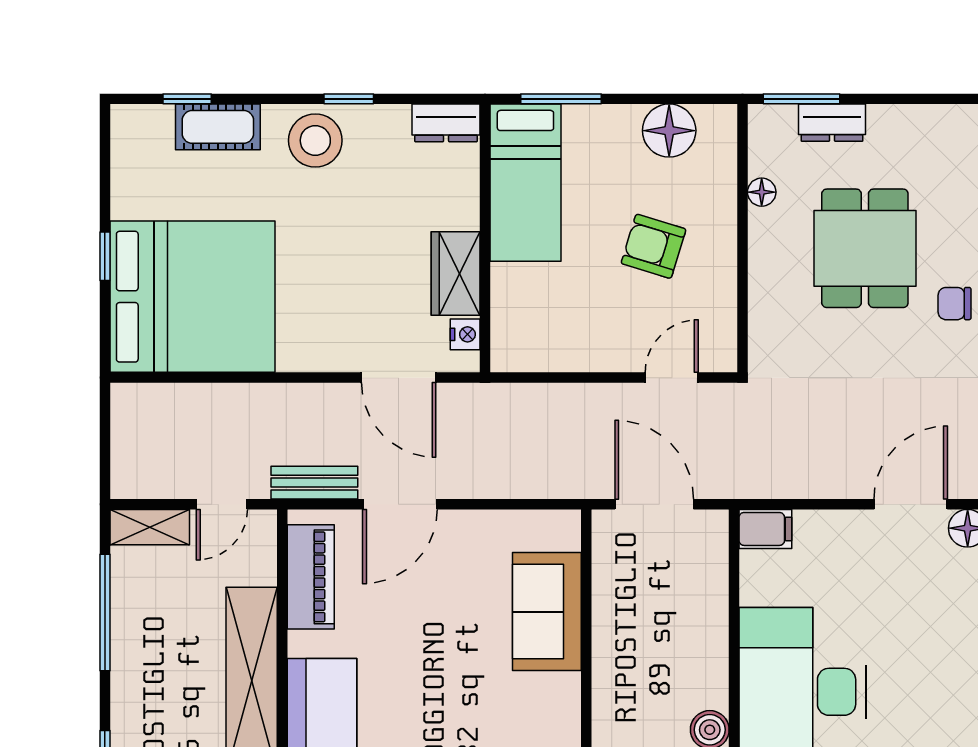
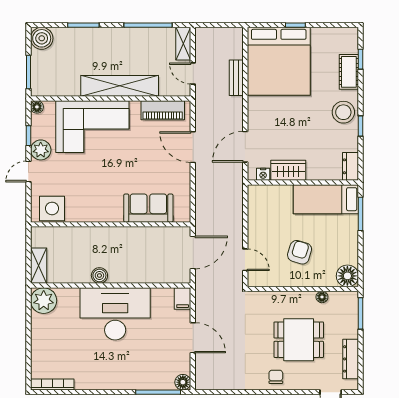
dresser: (832, 123) -> (351, 359), moved, width x1.44
floor lamp: (669, 131) -> (347, 276), moved
bench: (314, 483) -> (236, 78), moved
door: (911, 504) -> (193, 338), moved

